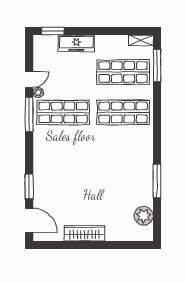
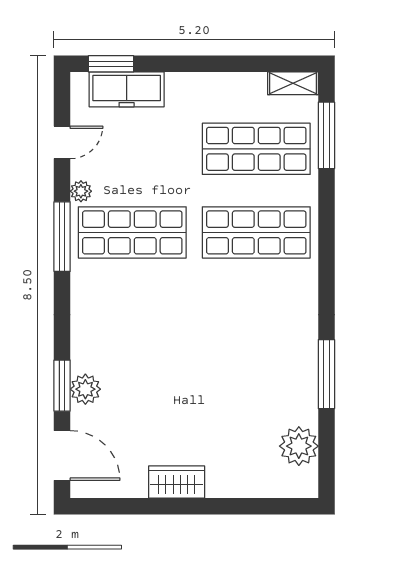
freezer: (76, 43) -> (127, 89), moved
door: (29, 79) -> (62, 142), moved
plant: (40, 188) -> (85, 389), added
wardrobe: (85, 233) -> (177, 482), width x0.67

